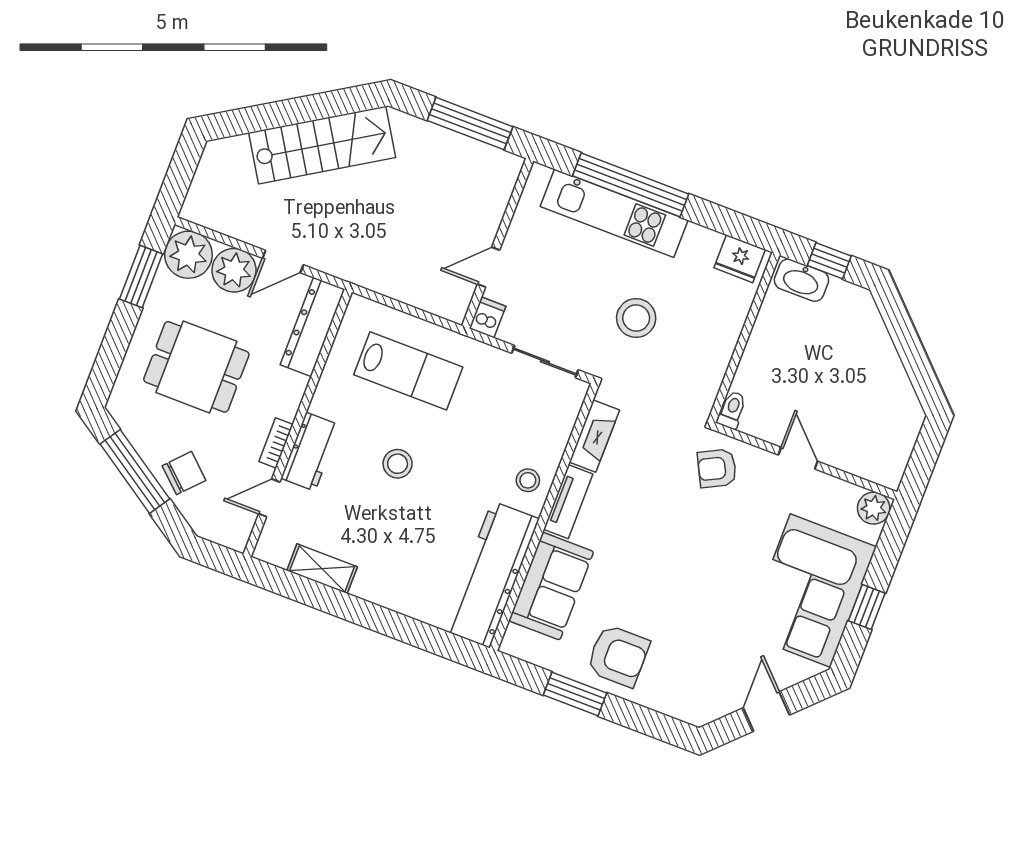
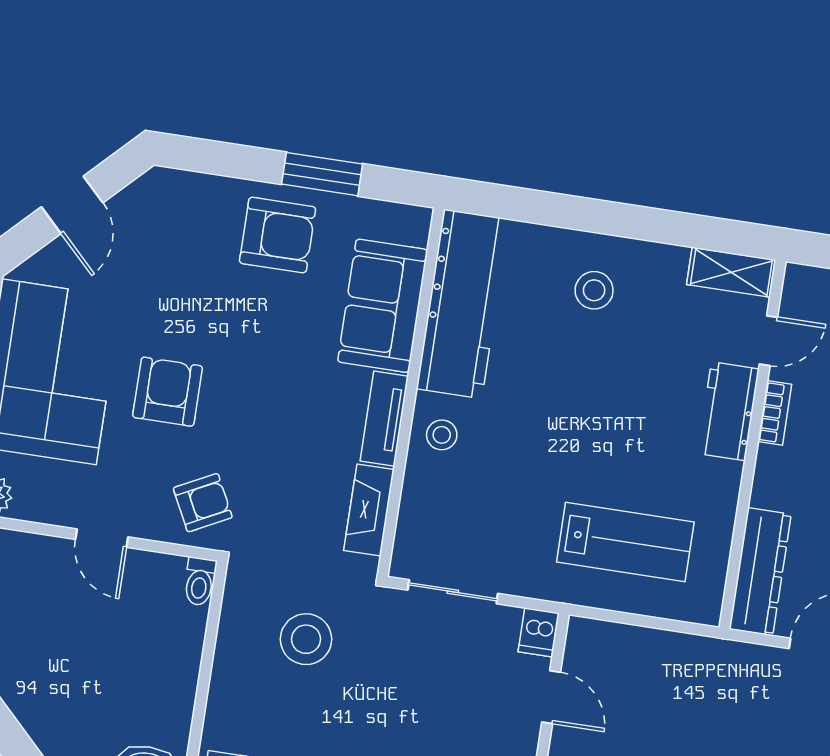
door: (489, 267) -> (551, 697), hinge flipped
stool: (636, 318) -> (306, 639), moved
lab bench: (408, 371) -> (625, 542), turned 180
stool: (398, 464) -> (594, 290), moved
armchair: (725, 557) -> (168, 392), added
shelving: (322, 569) -> (731, 272), moved
armchair: (618, 656) -> (278, 235), turned 180

